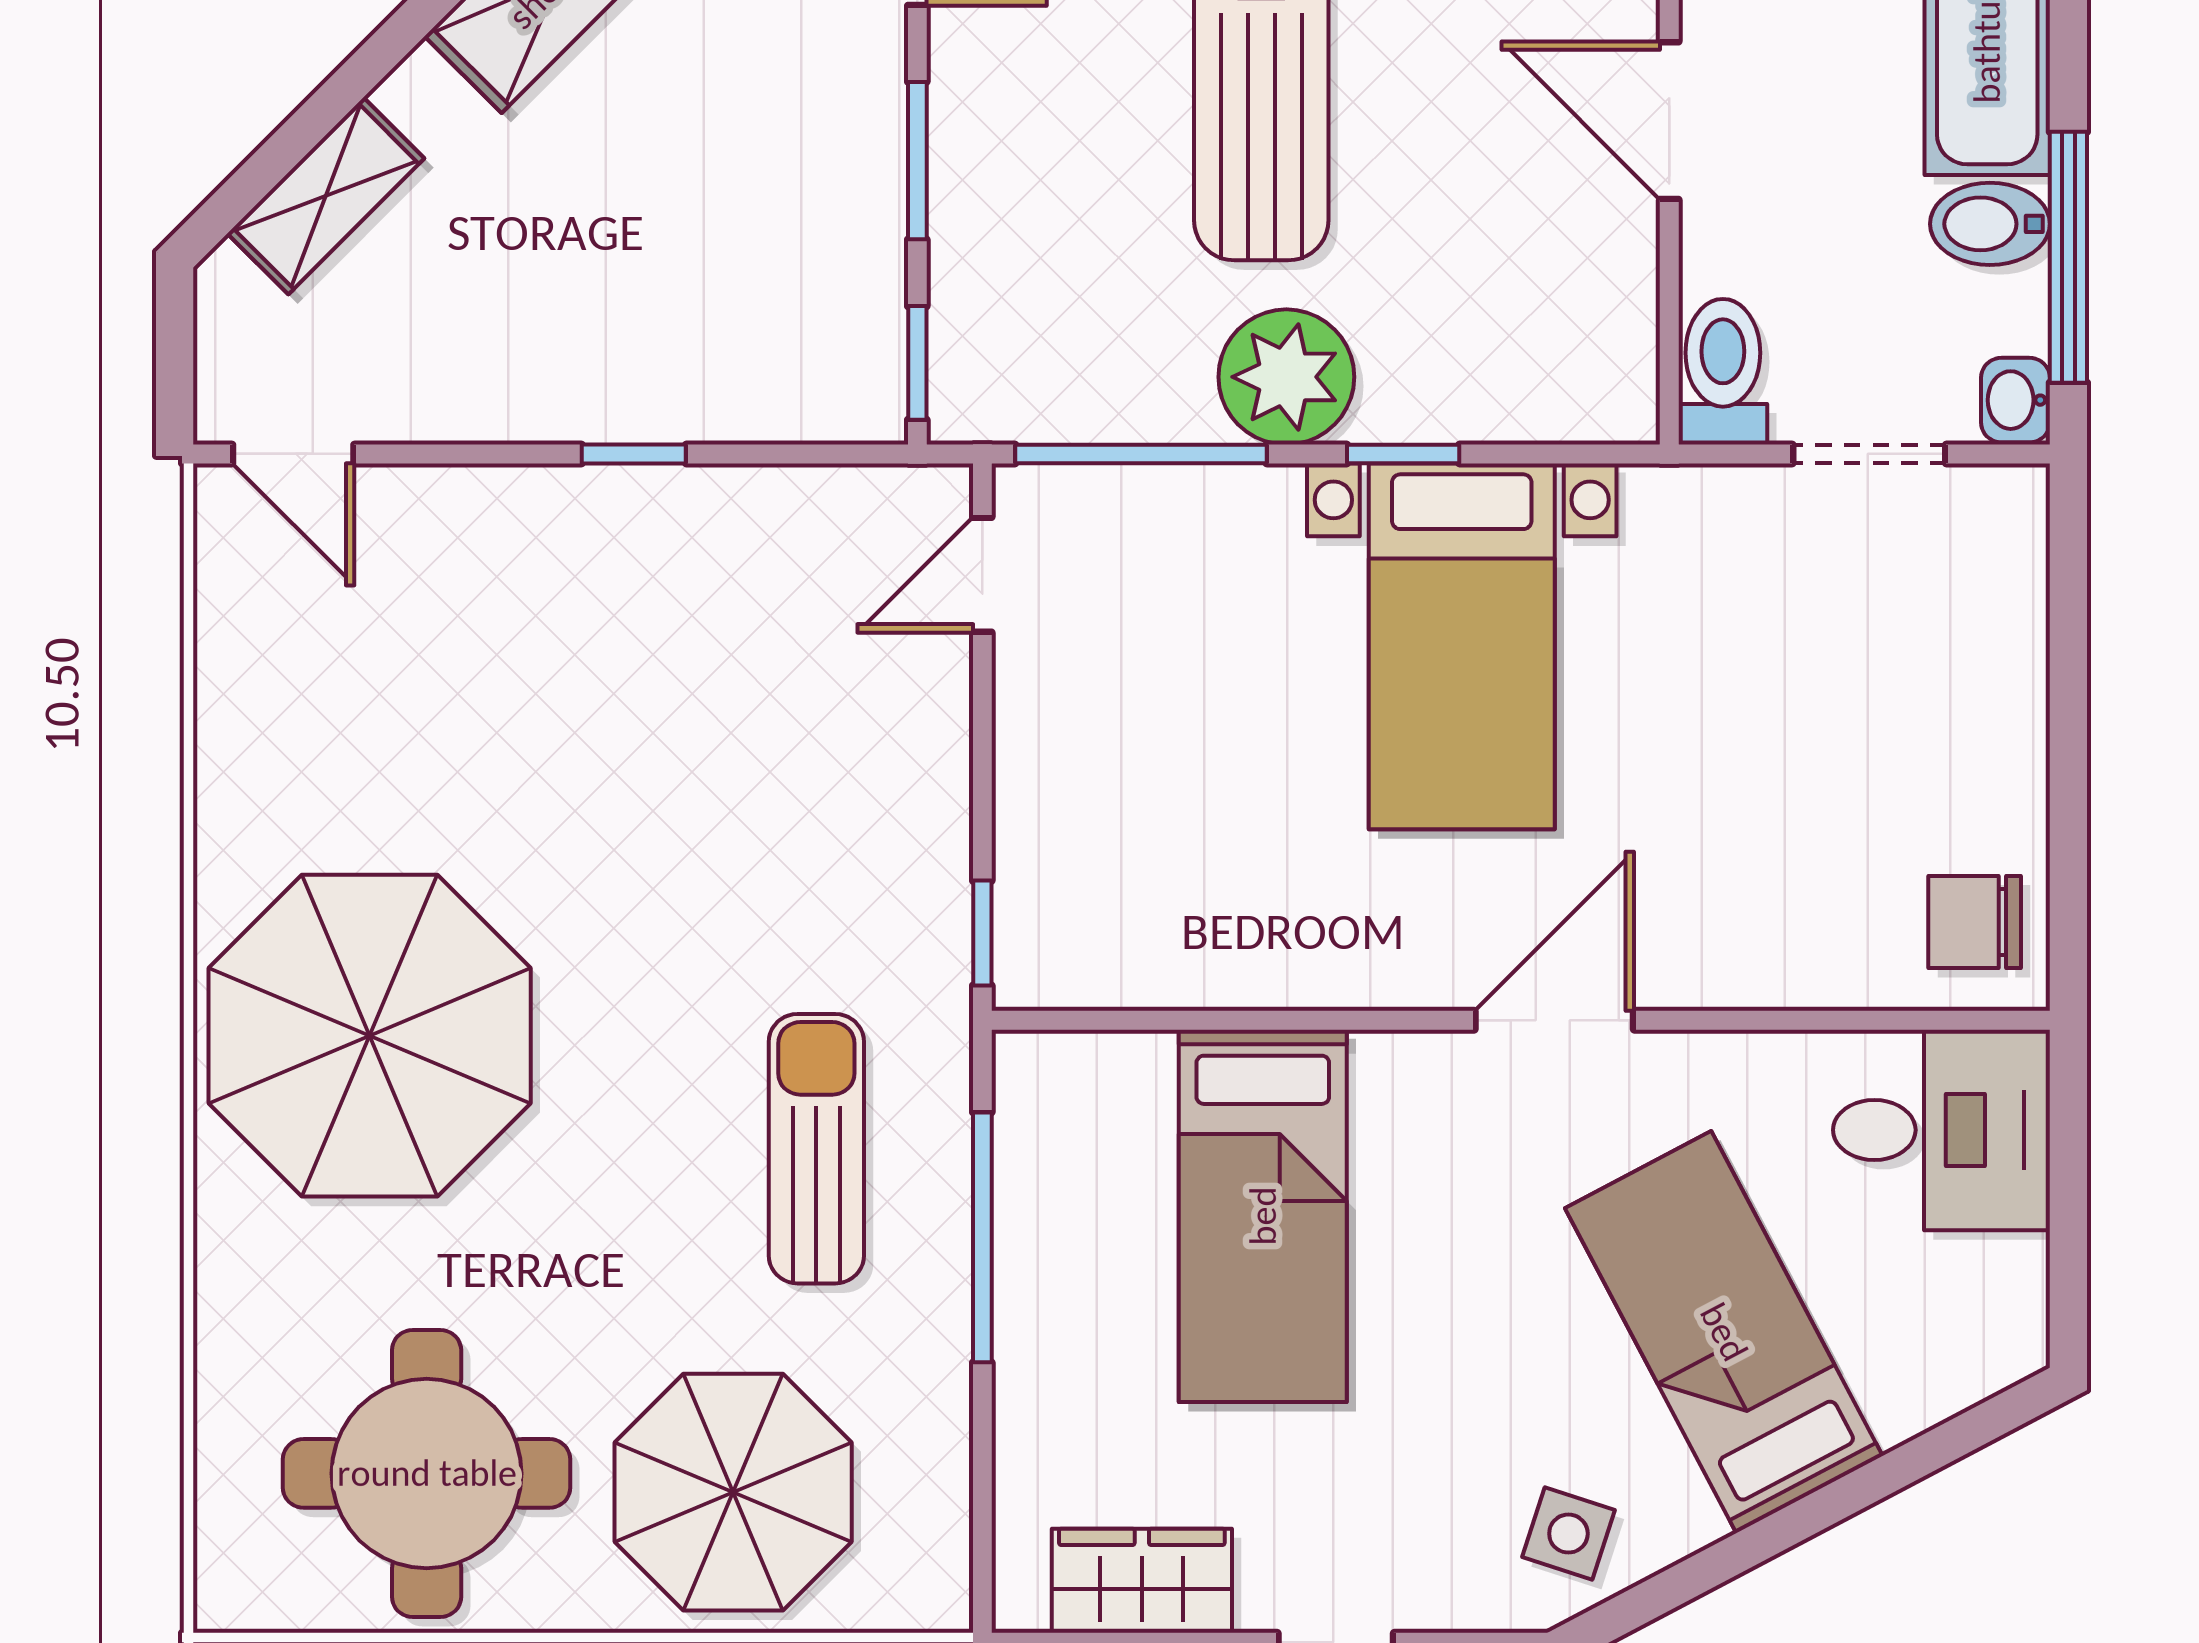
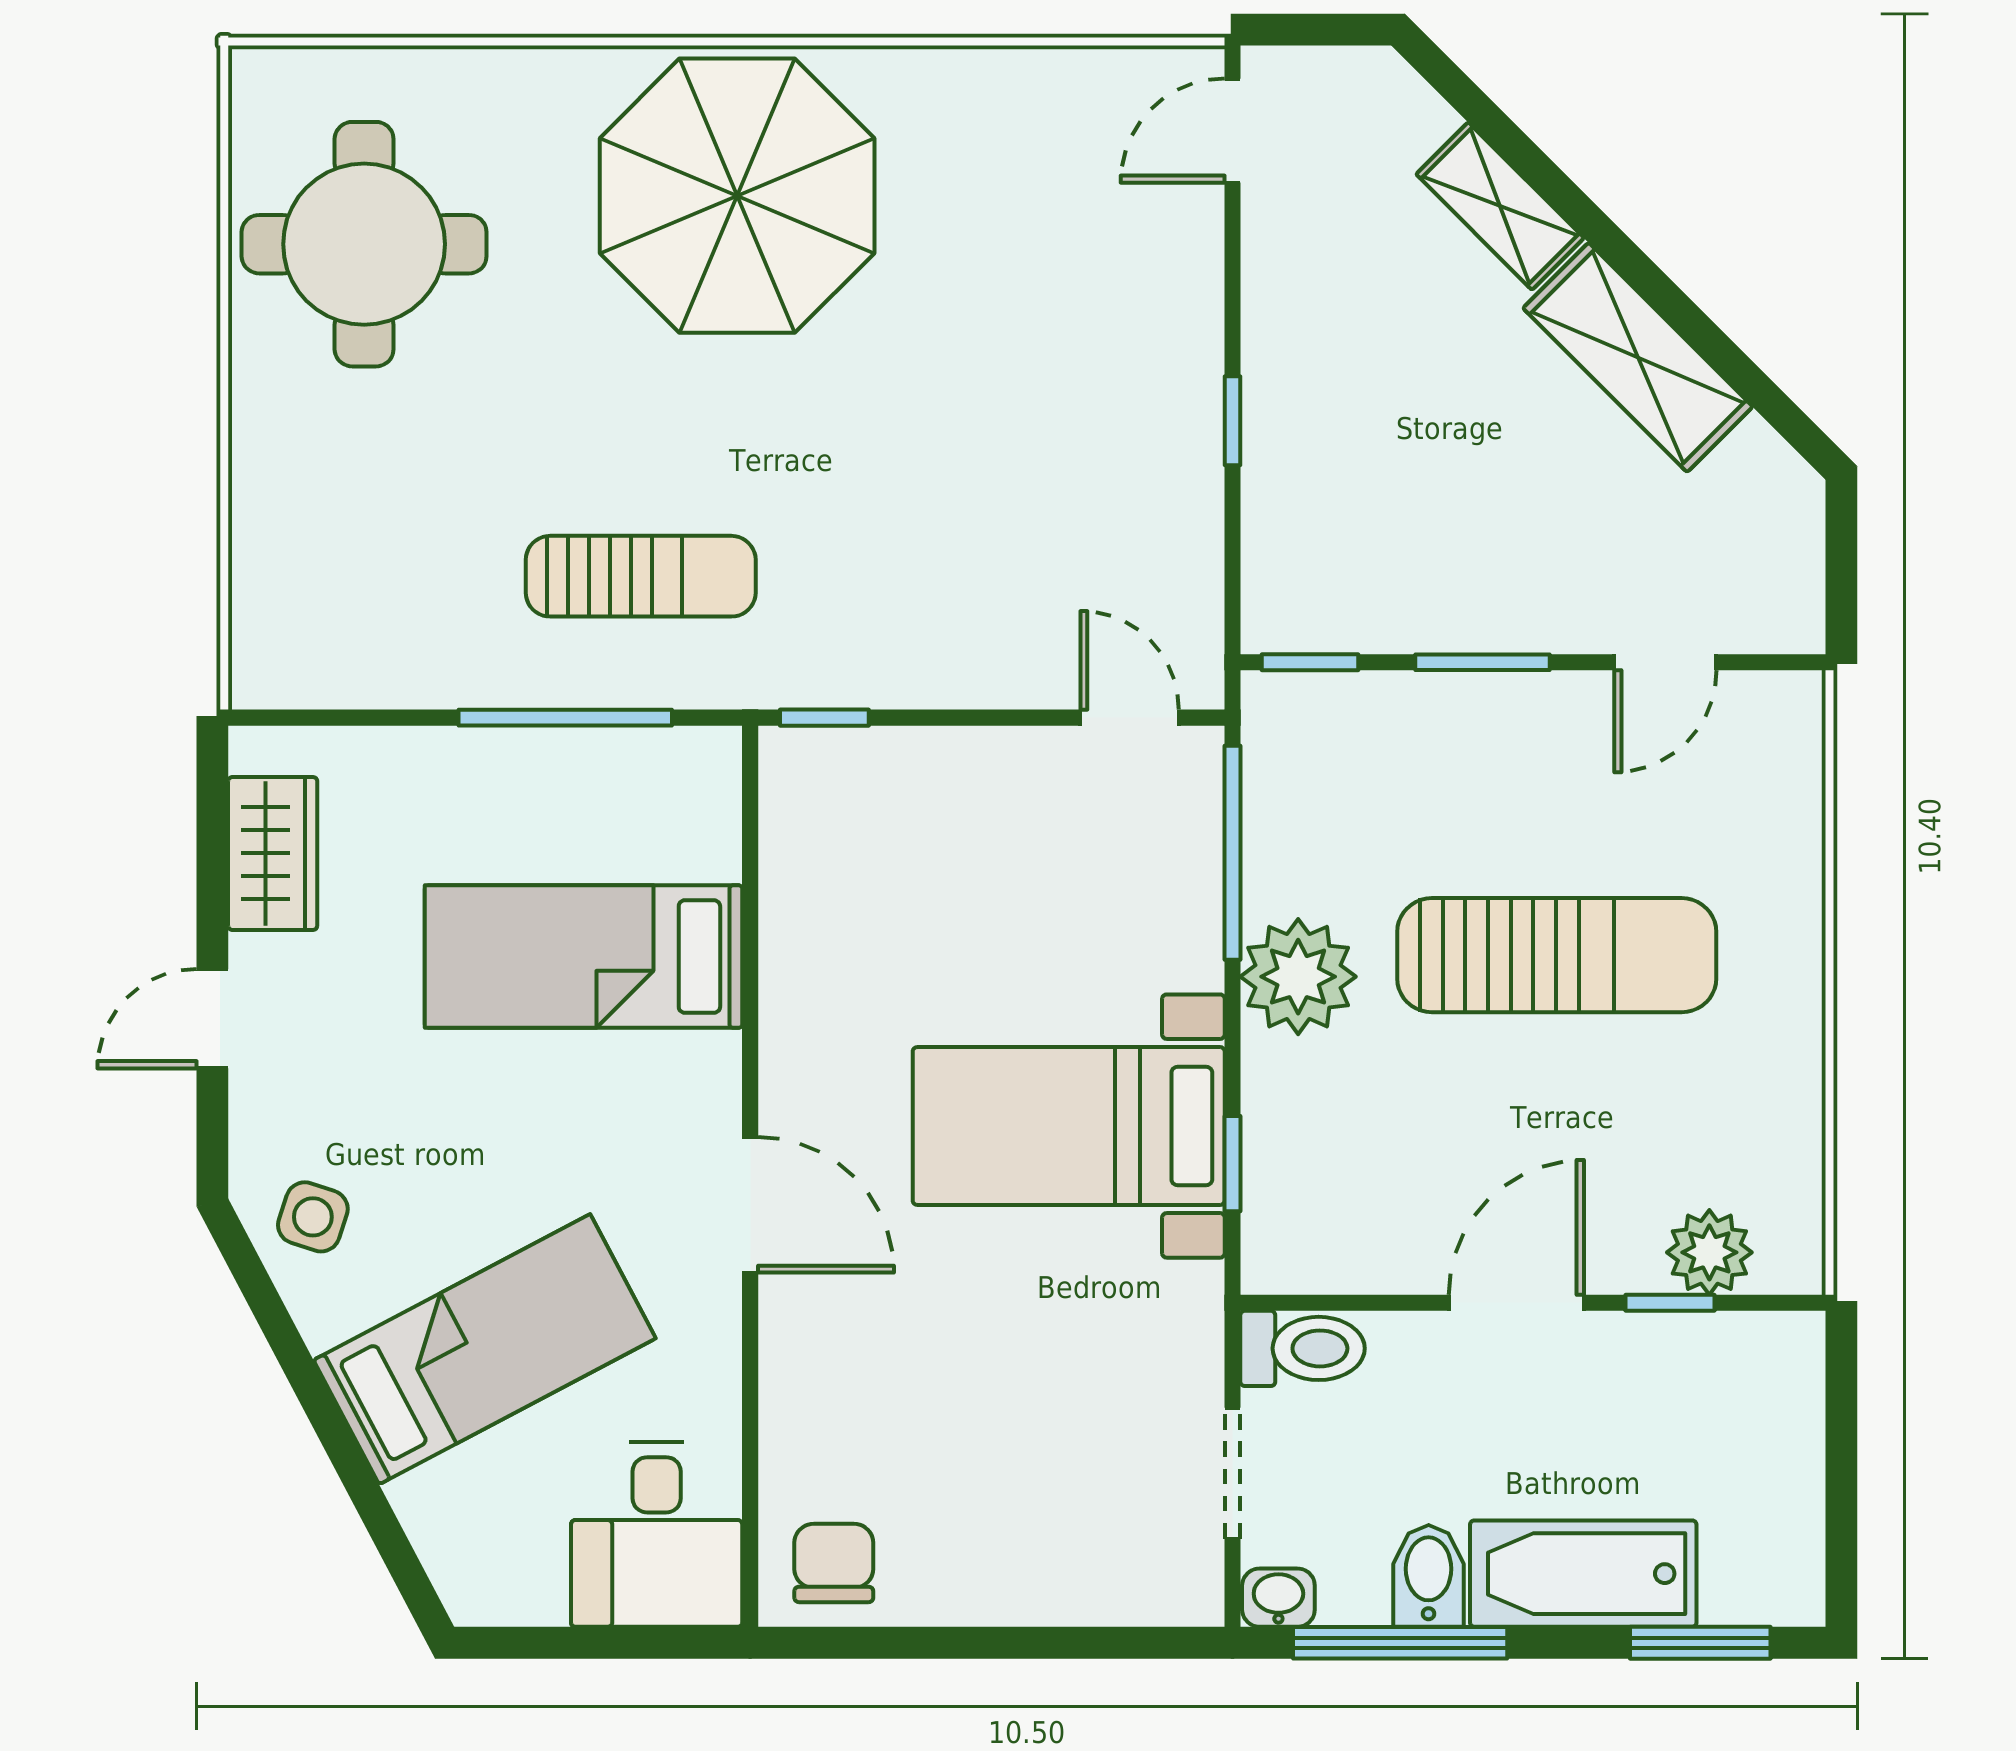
shelving: (326, 196) -> (1500, 206), moved
window: (1403, 454) -> (1232, 1164), moved
parasol: (733, 1492) -> (348, 505), removed

